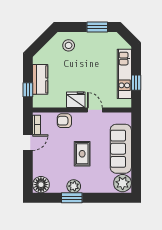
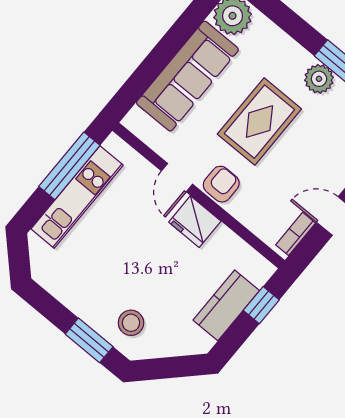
window: (97, 27) -> (89, 340), moved
window: (136, 83) -> (69, 166), width x2.17
armchair: (64, 121) -> (221, 184), moved, turned -90
rug: (82, 154) -> (259, 122), width x1.36, depth x1.43

